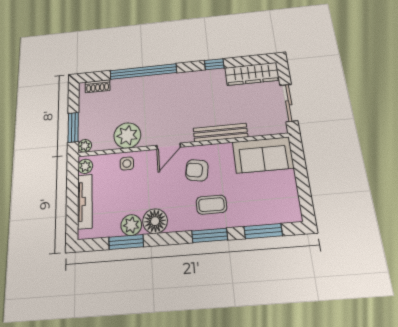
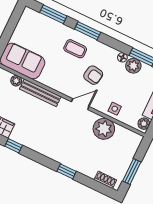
window: (143, 72) -> (67, 171), width x0.32
window: (73, 127) -> (132, 172), moved
plant: (85, 146) -> (16, 81), moved
armchair: (197, 170) -> (93, 75), moved
floor lamp: (155, 221) -> (122, 57), width x0.53, depth x0.53

